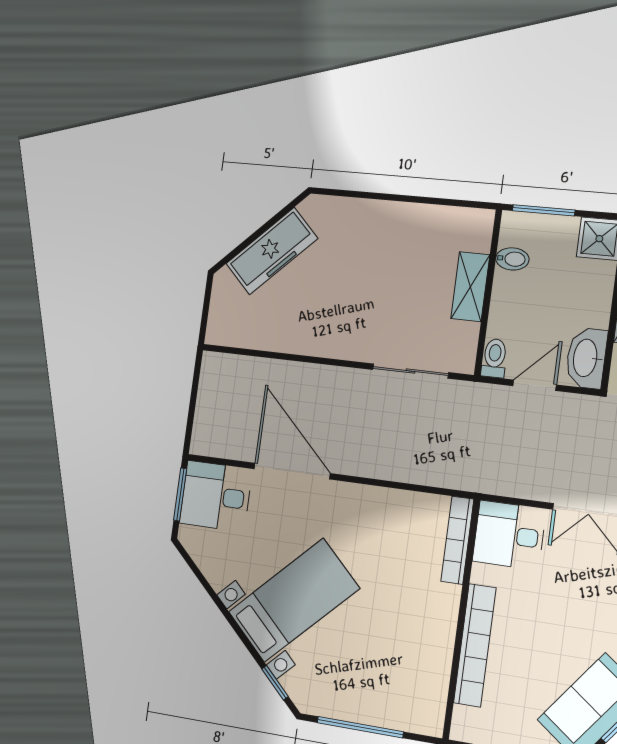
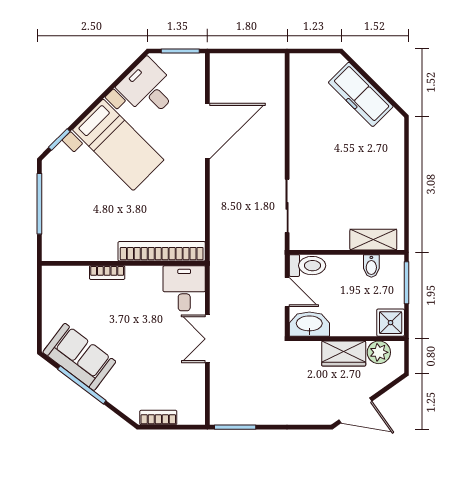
shelving: (470, 287) -> (373, 240), moved
toilet: (494, 358) -> (307, 266), width x1.37, depth x1.39
desk: (216, 496) -> (148, 88), moved, turned -45
bookcase: (457, 540) -> (162, 251), width x1.48, depth x1.31
bookcase: (475, 645) -> (107, 273), width x0.43, depth x0.76

